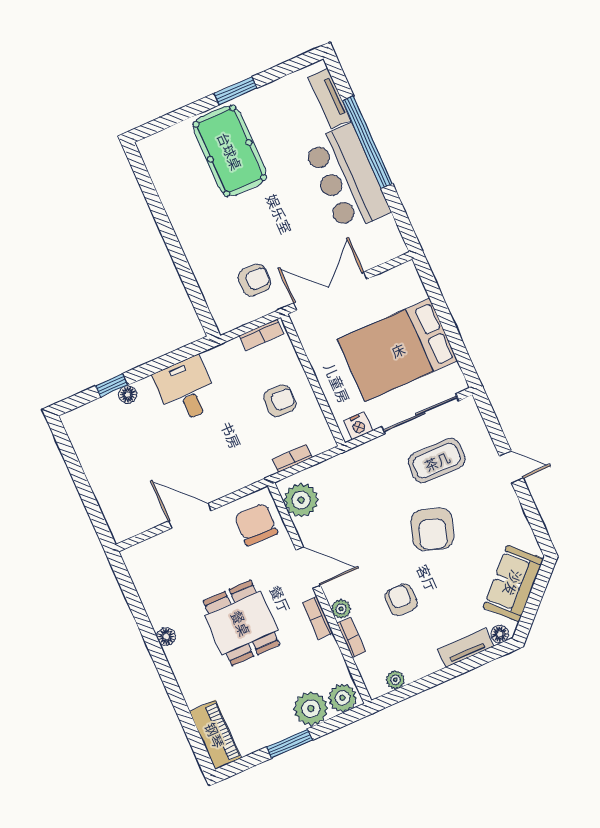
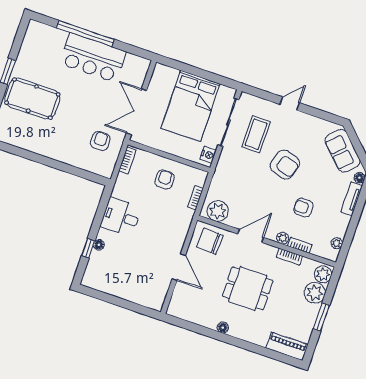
tv unit: (330, 99) -> (50, 32), removed
door: (190, 516) -> (179, 267), swing flipped
bookcase: (318, 618) -> (289, 257), moved

